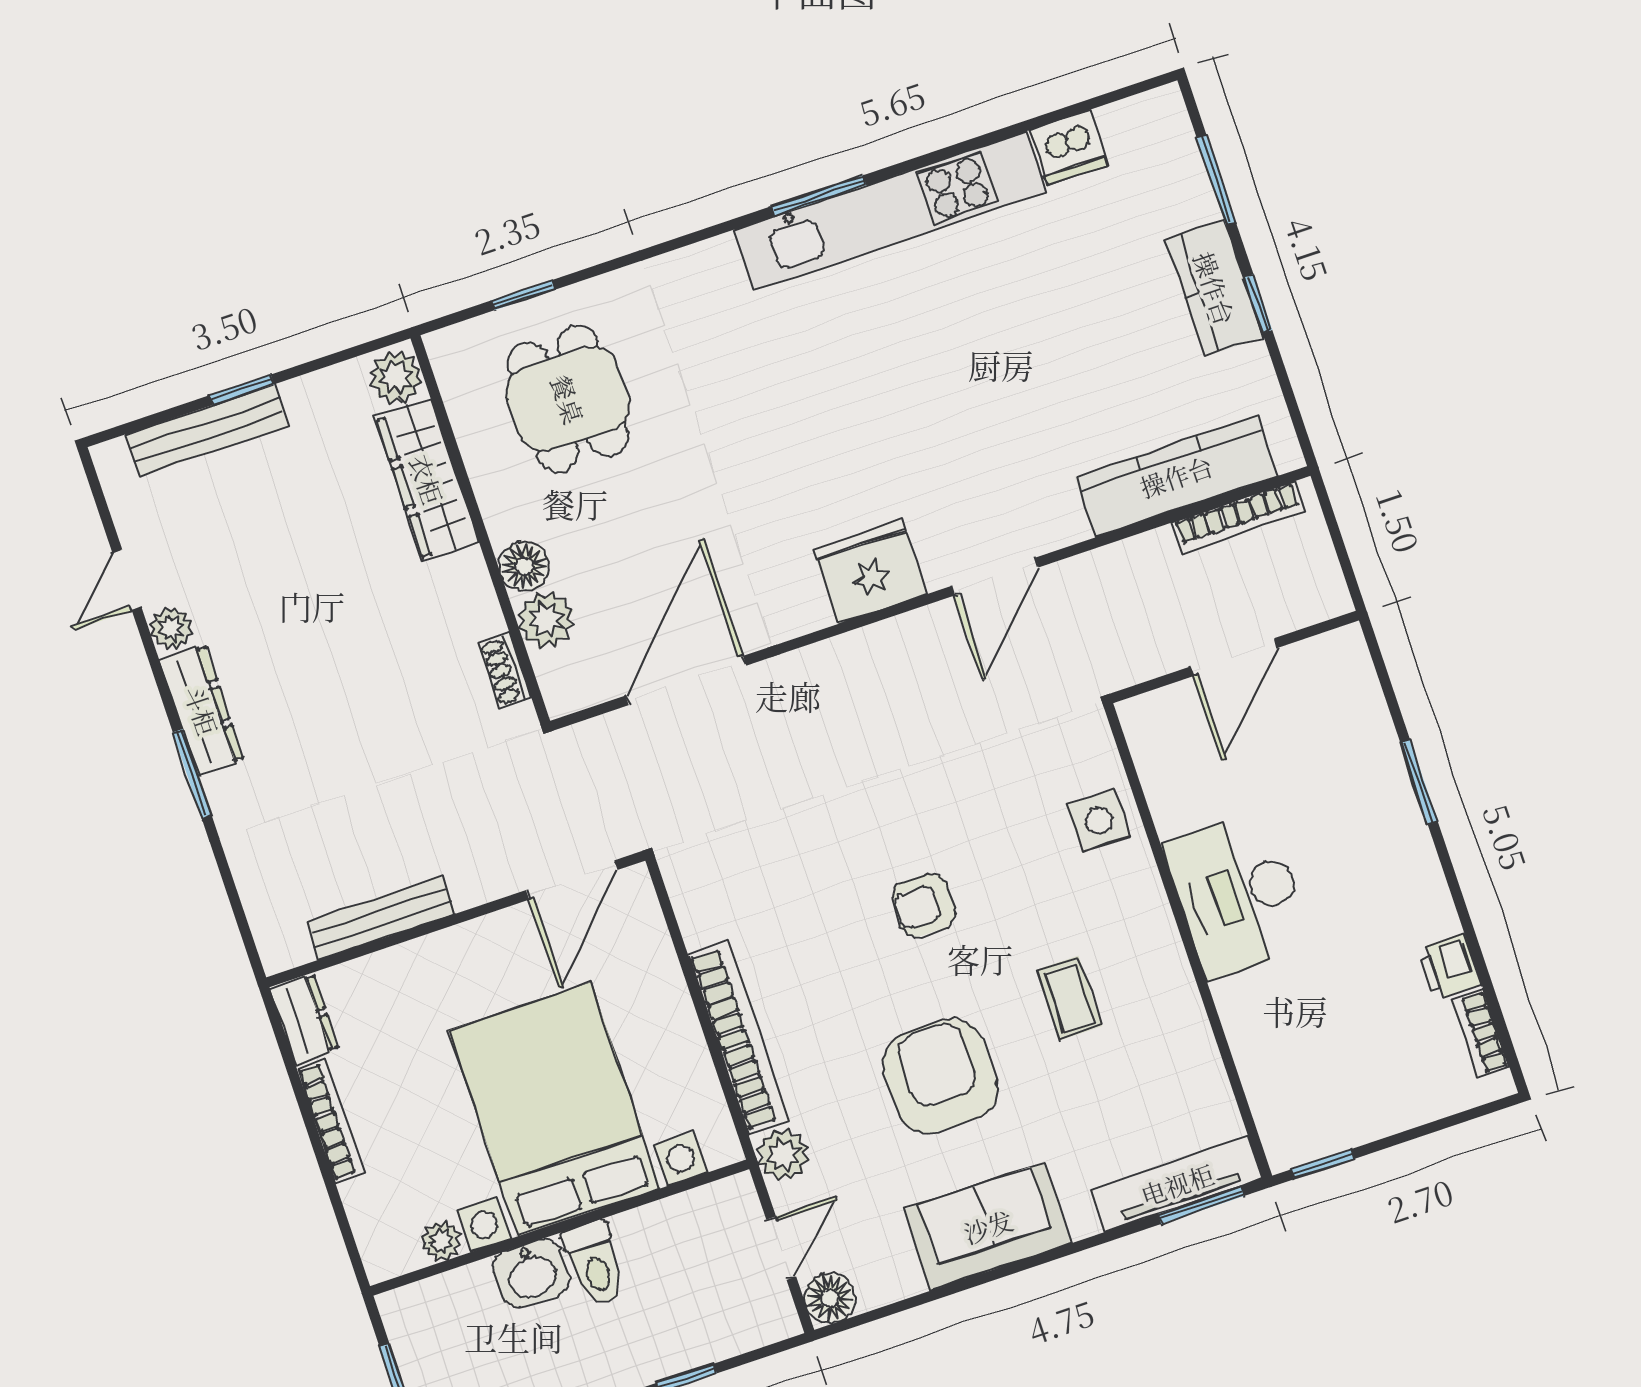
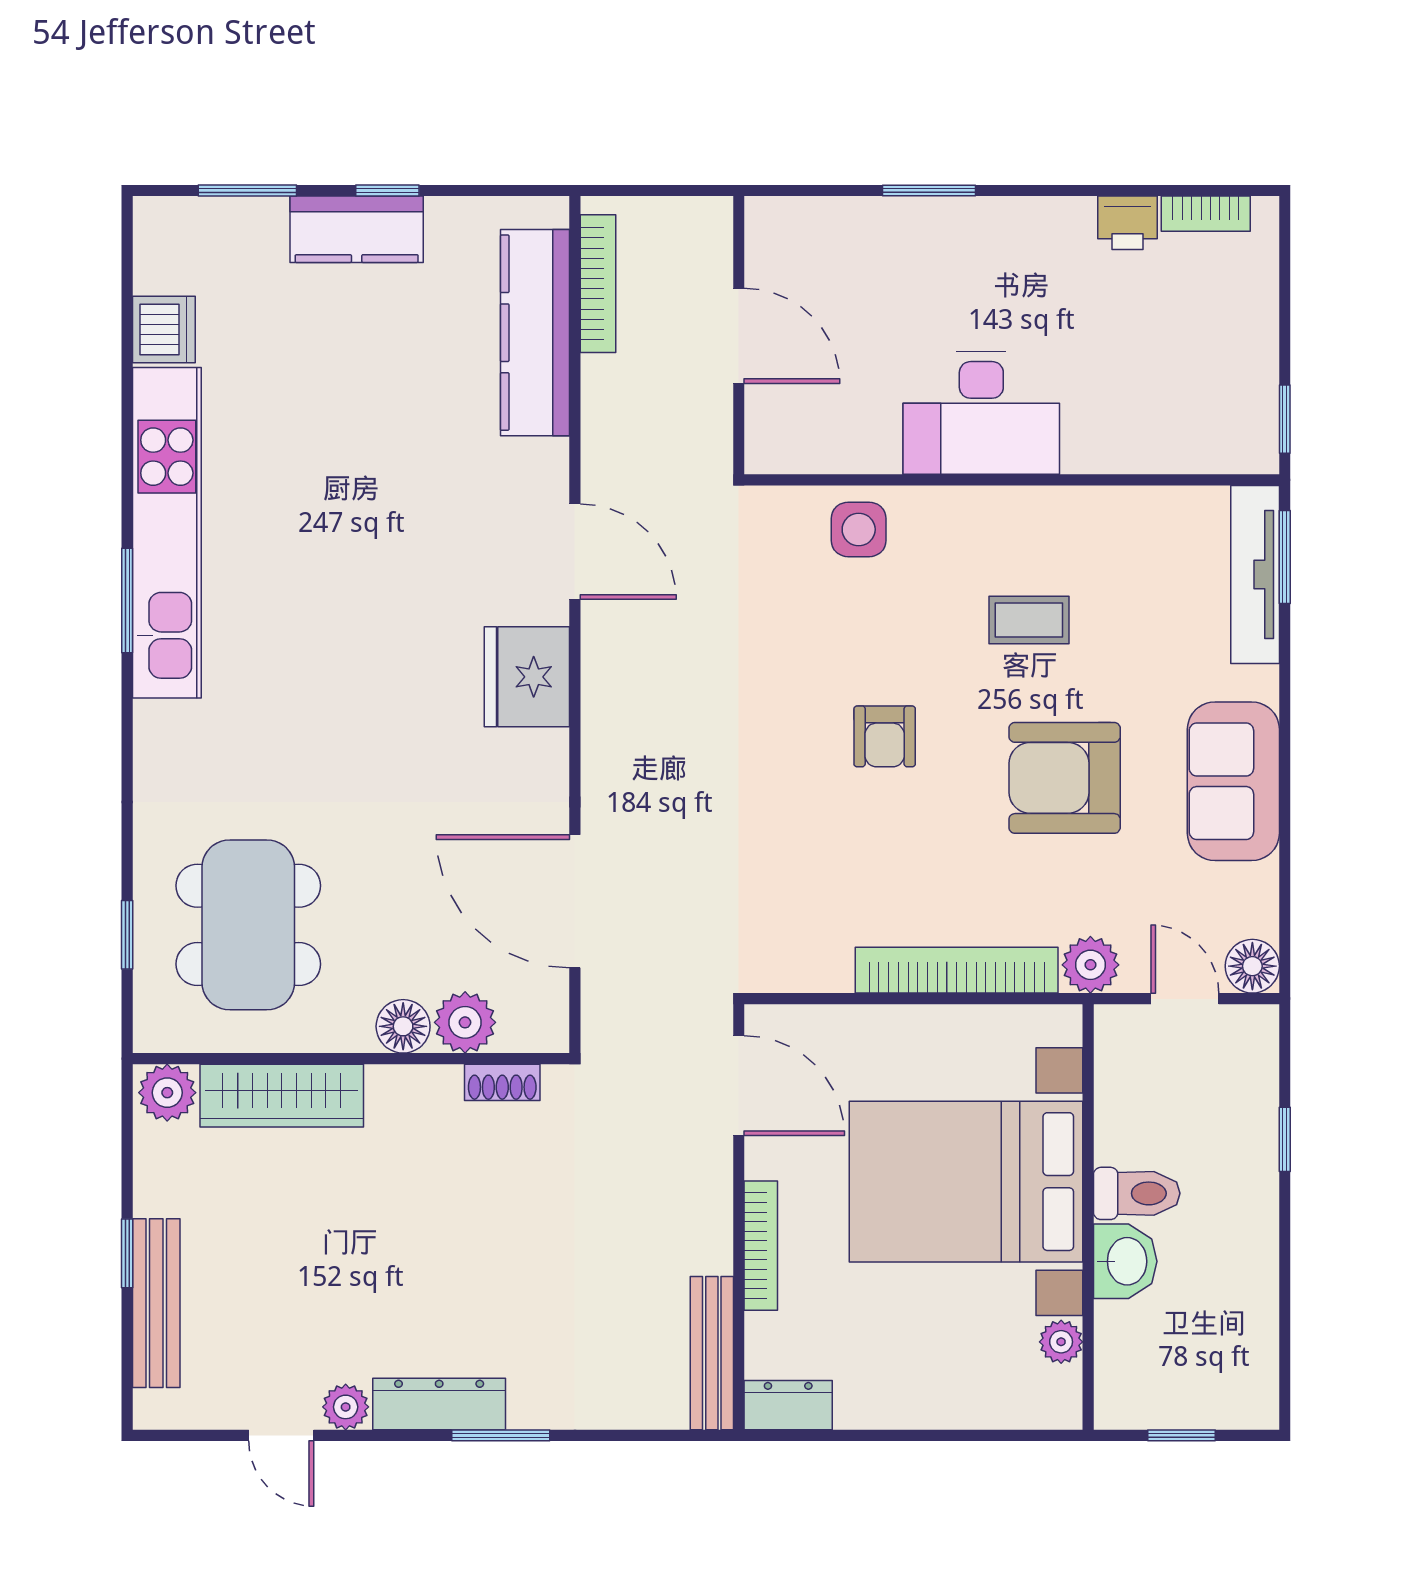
dining table: (568, 399) -> (248, 925), width x1.38
bench: (381, 918) -> (712, 1353), moved
bookcase: (331, 1121) -> (761, 1246), moved, turned 90

